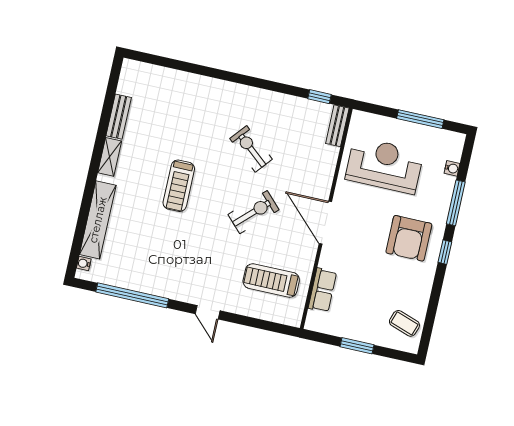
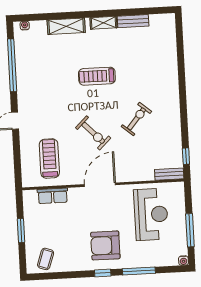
water cooler: (452, 168) -> (183, 261), moved
shelving: (98, 220) -> (66, 26), width x0.68

